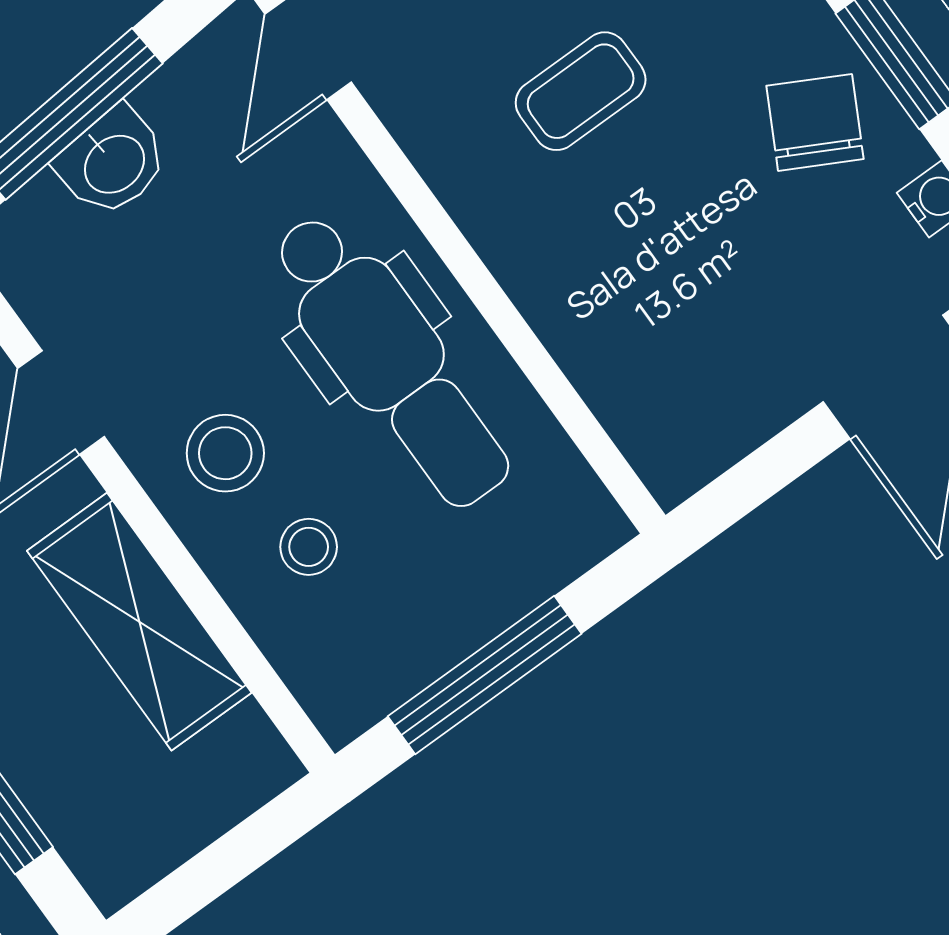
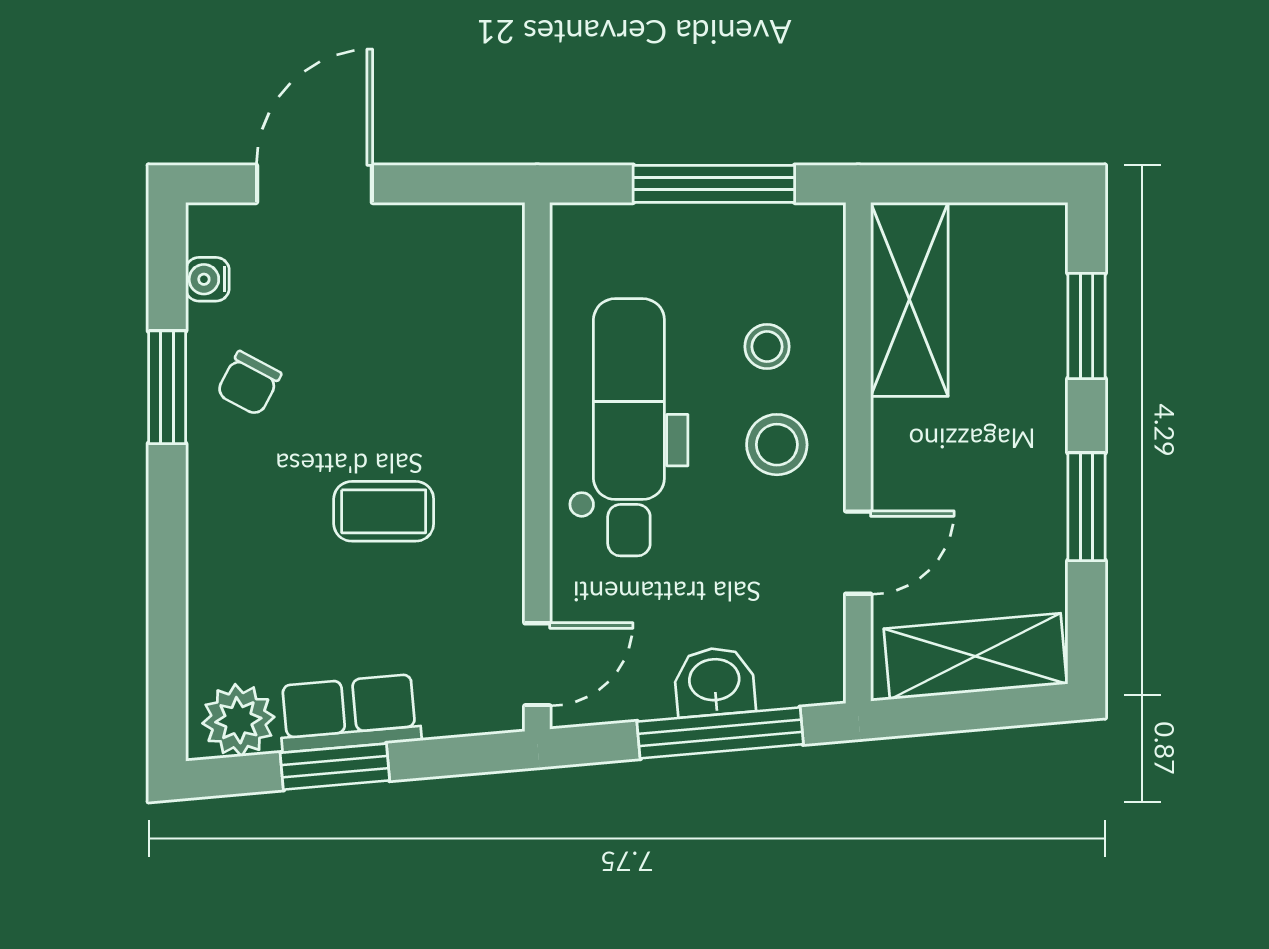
chair: (815, 122) -> (249, 383), width x0.73, depth x0.73
shelving: (139, 622) -> (909, 299), moved

